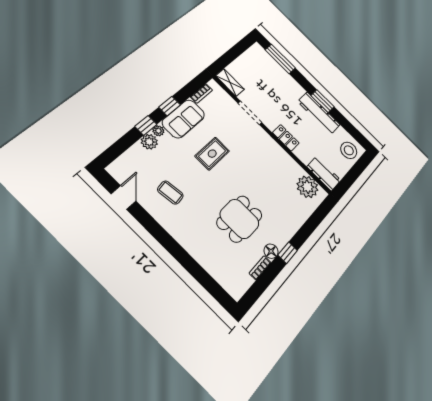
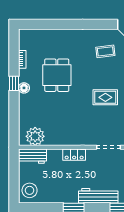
workbench: (319, 113) -> (98, 196), moved
rug: (212, 154) -> (105, 97), turned 90
floor lamp: (271, 251) -> (24, 88), moved

